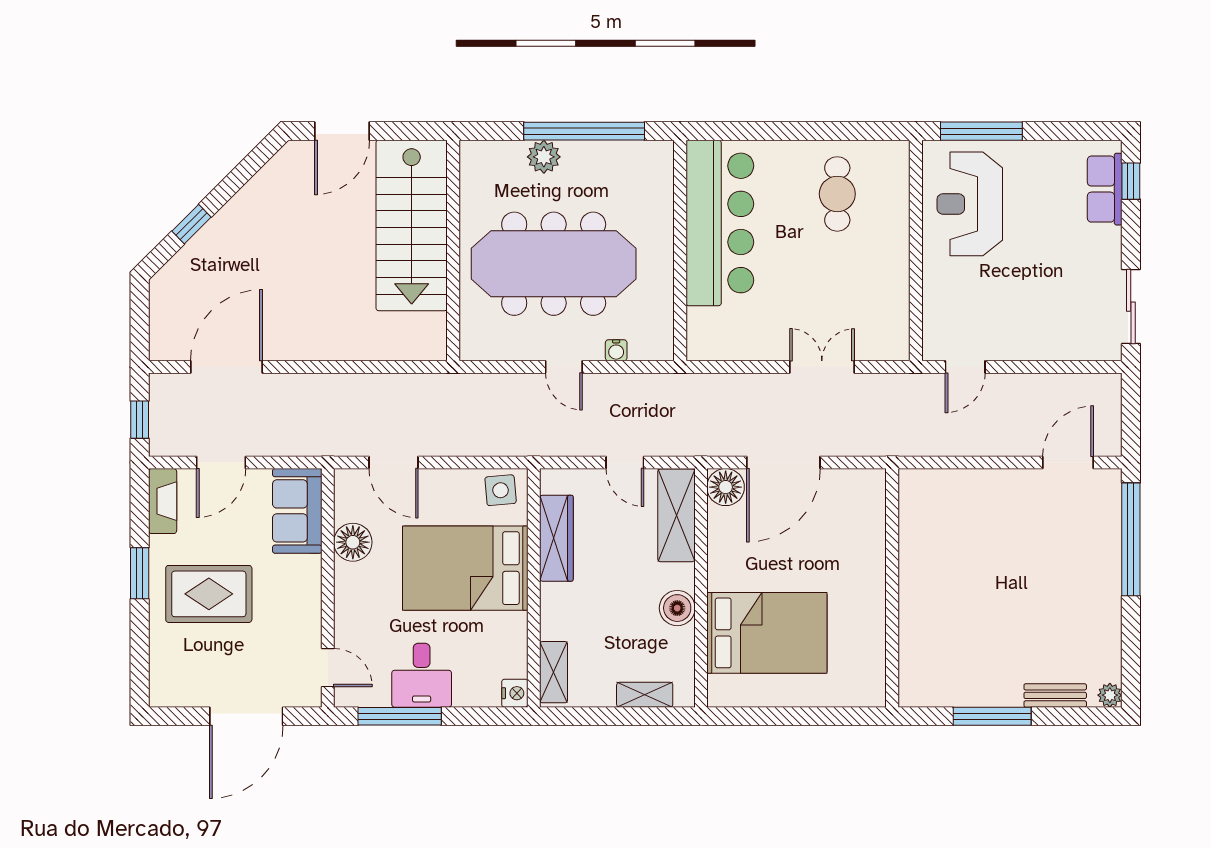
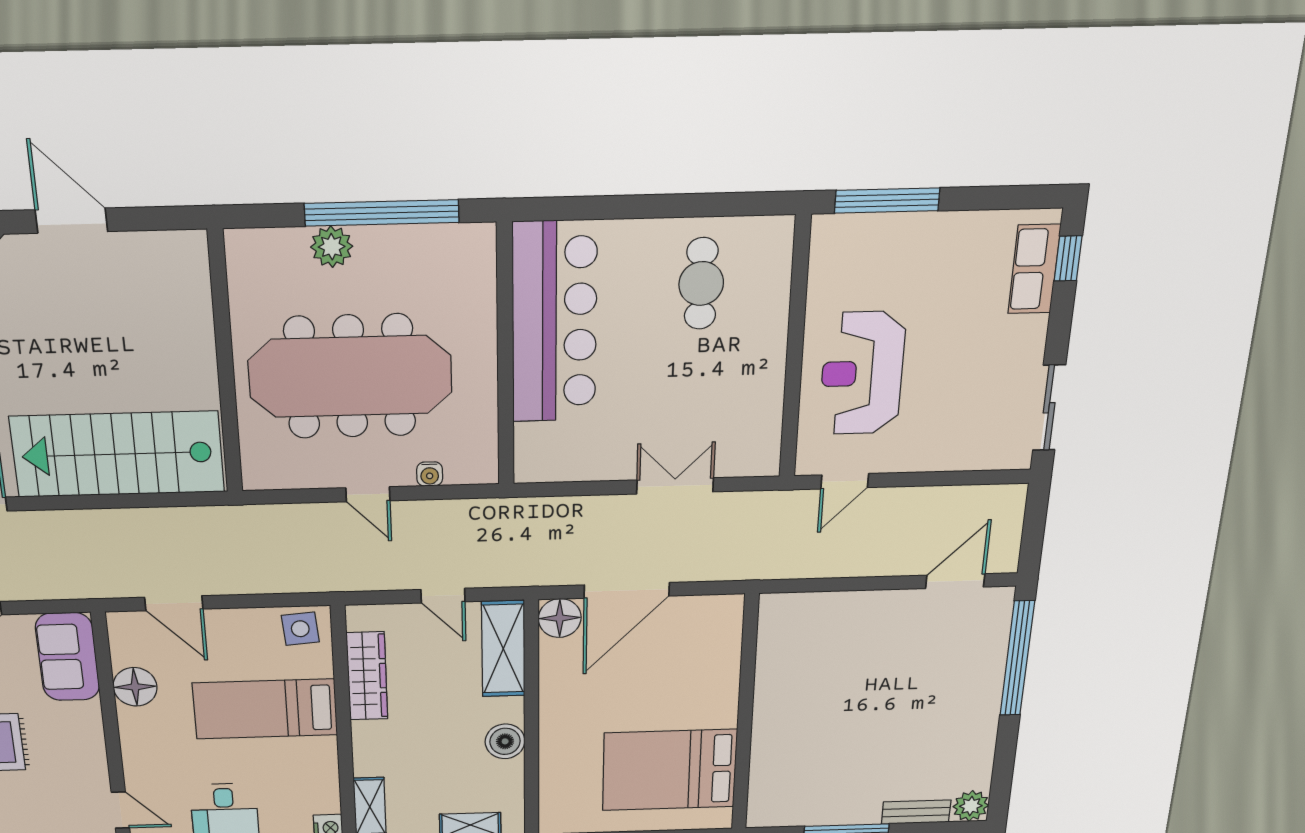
door: (342, 131) -> (71, 221), swing flipped
reception desk: (970, 204) -> (862, 373), moved
stairs: (412, 225) -> (118, 454), moved, turned 90
bed: (465, 568) -> (265, 709), width x0.67
bed: (767, 633) -> (670, 770), moved, turned 180
plant: (1110, 695) -> (971, 806), width x1.38, depth x1.38

